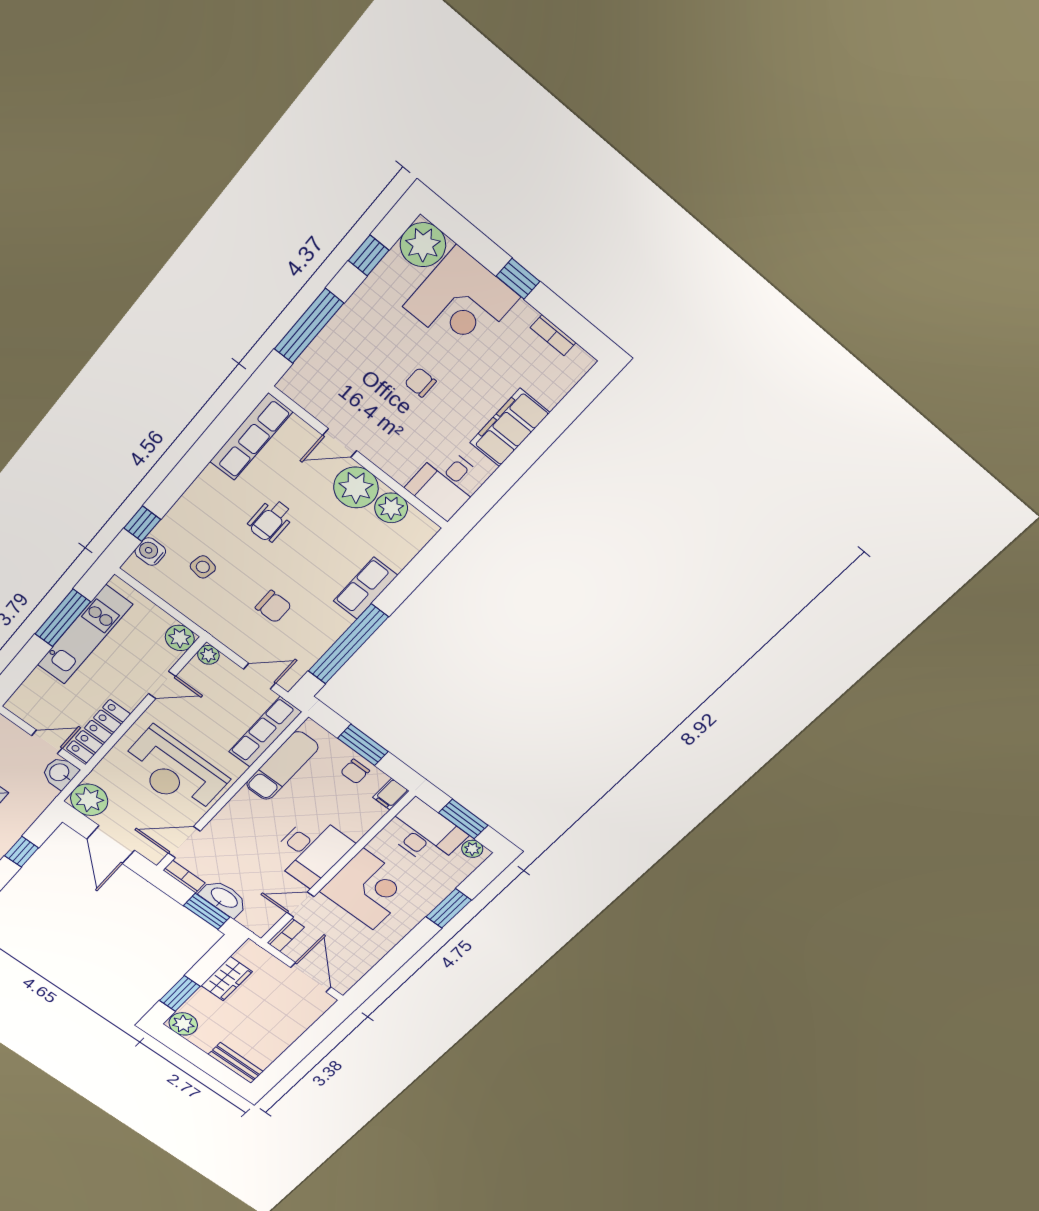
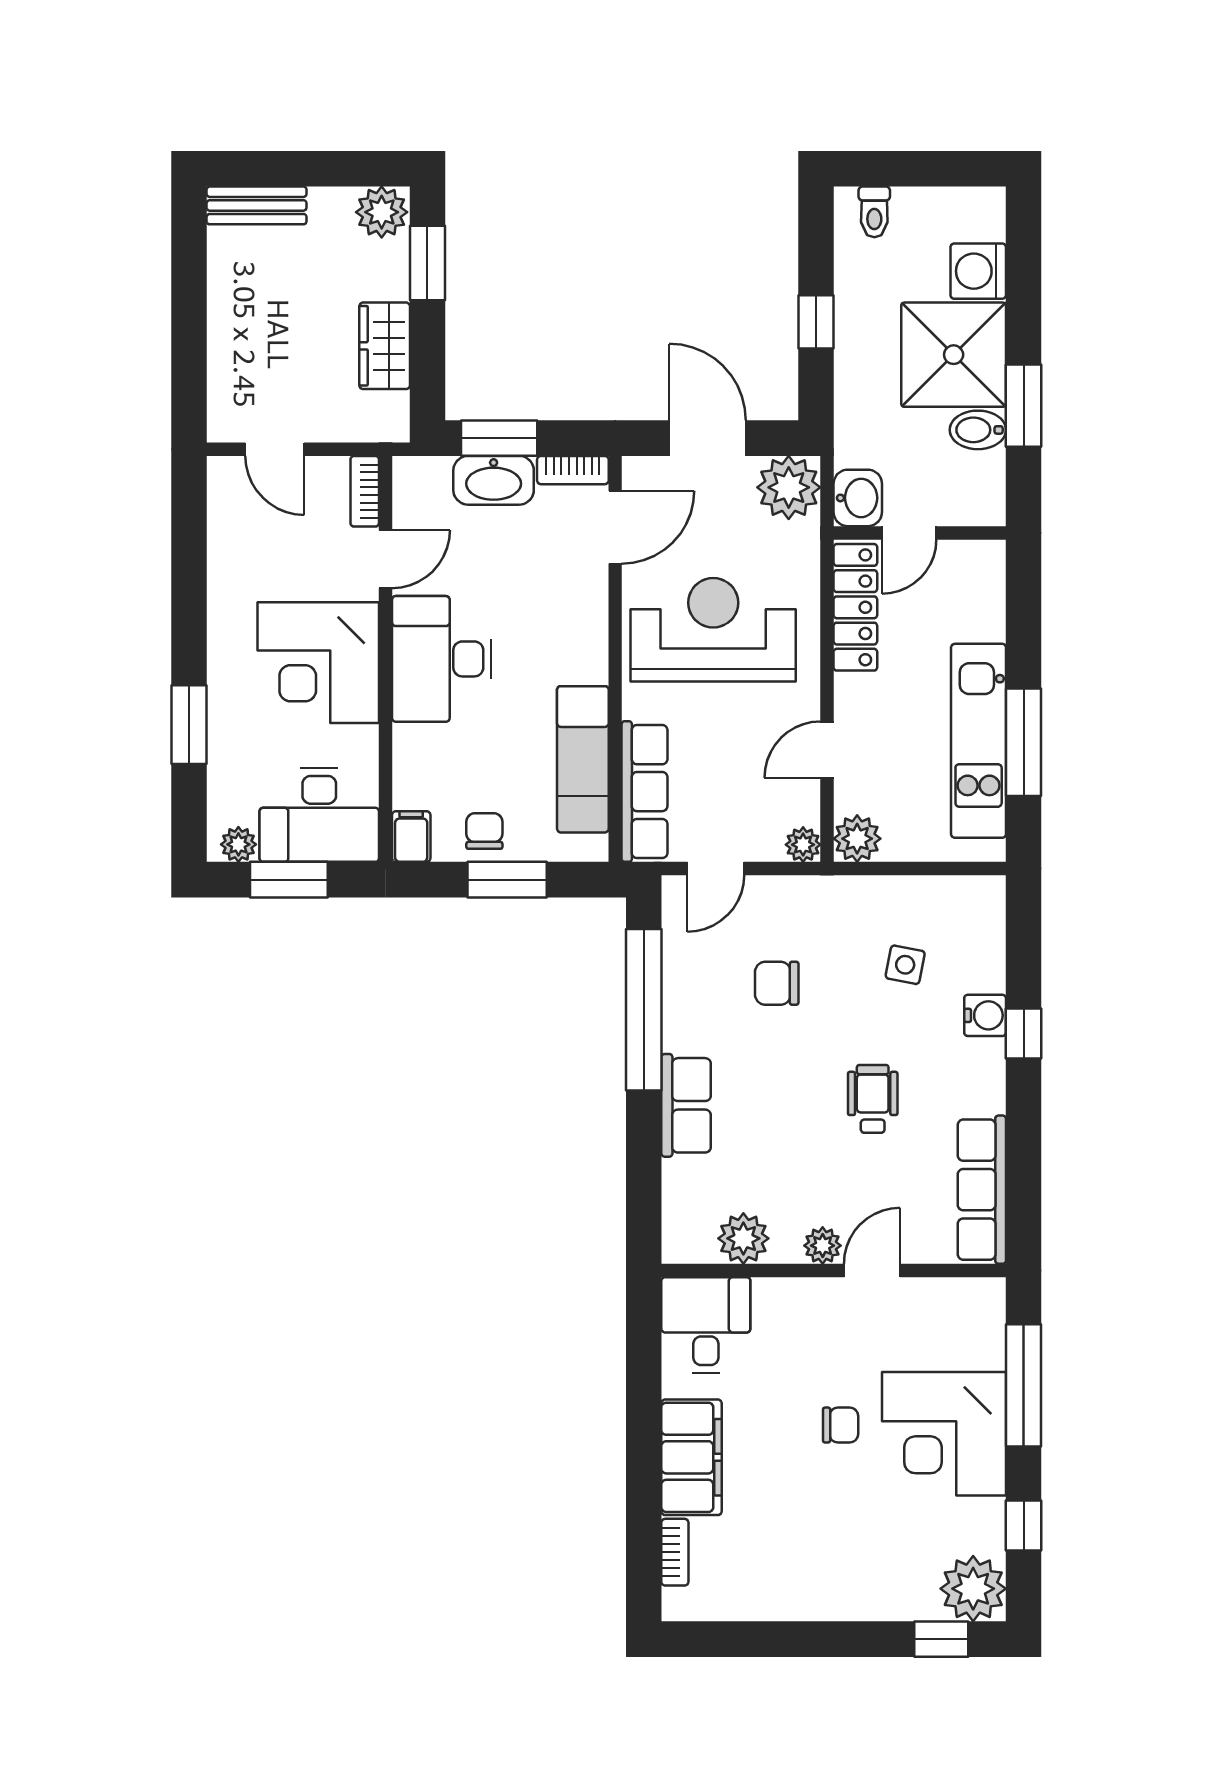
window: (518, 279) -> (941, 1639), moved
corner desk: (461, 302) -> (944, 1434), moved, turned -90
bookcase: (553, 335) -> (675, 1552), moved, turned 90
plant: (356, 487) -> (823, 1246), width x0.53, depth x0.53
window: (142, 524) -> (1024, 1034), moved
water cooler: (150, 552) -> (985, 1015), moved
door: (311, 977) -> (275, 449), width x0.73

